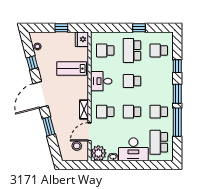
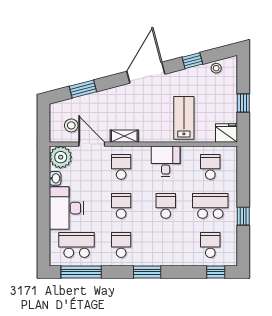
window: (177, 66) -> (216, 272), moved
door: (40, 95) -> (146, 73), hinge flipped
window: (177, 122) -> (81, 272), moved
window: (49, 126) -> (83, 89), moved

